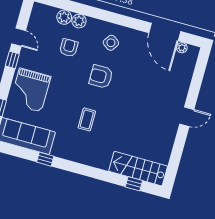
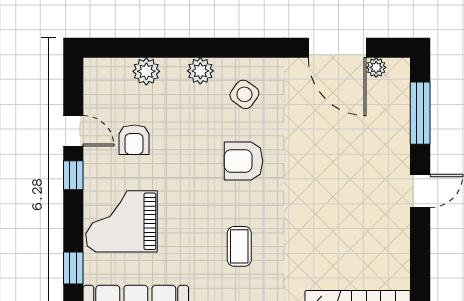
plant: (79, 21) -> (200, 71), moved
armchair: (69, 48) -> (134, 140), moved, turned 180
window: (198, 77) -> (420, 113), added
grand piano: (30, 90) -> (121, 221), turned 90

